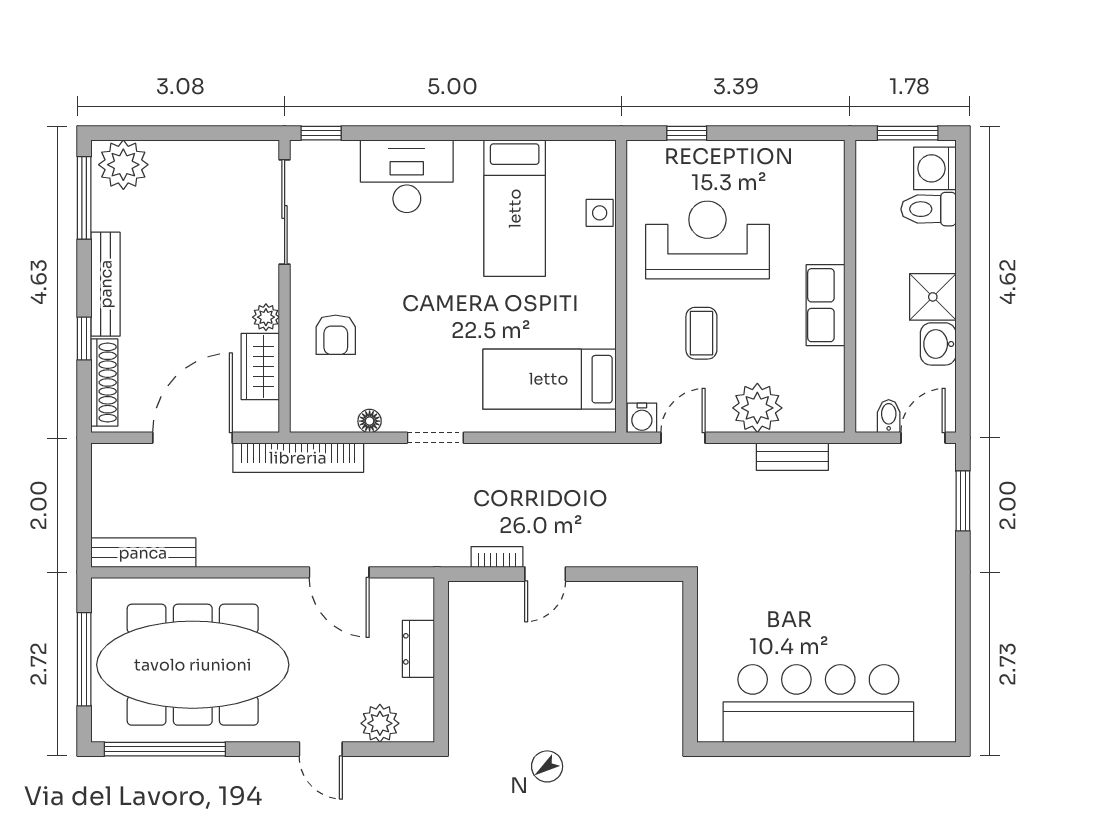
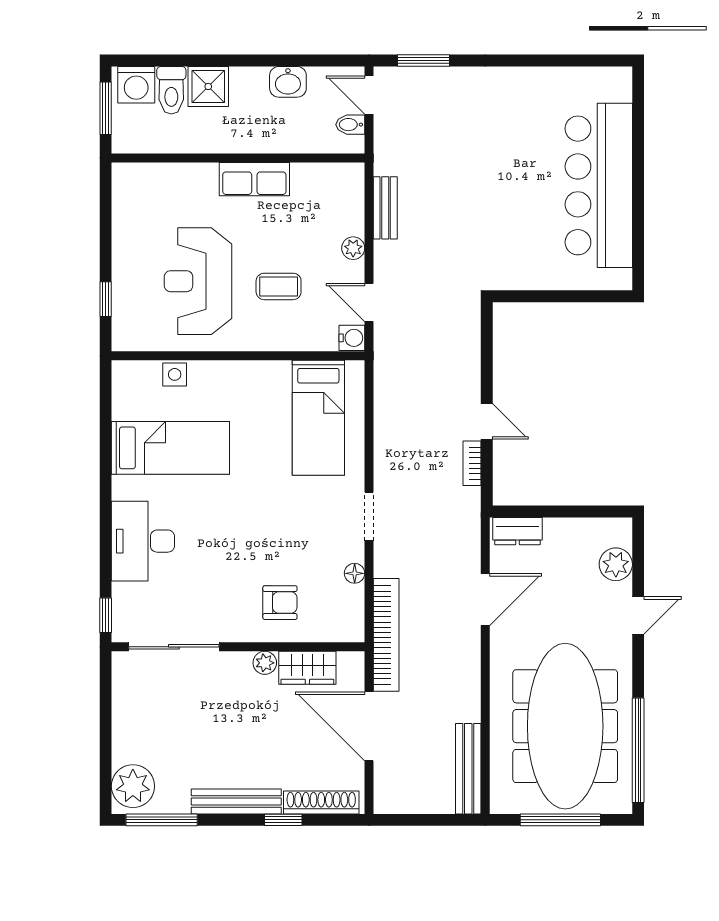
shower: (933, 297) -> (208, 86), moved
plant: (757, 408) -> (353, 248), width x0.53, depth x0.53
dresser: (418, 649) -> (517, 531), moved

